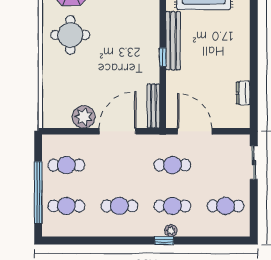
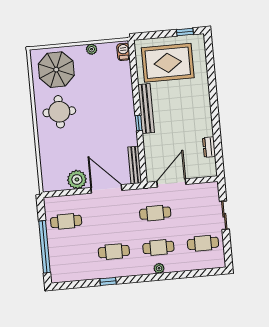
door: (118, 131) -> (106, 189), hinge flipped
door: (195, 131) -> (171, 183), hinge flipped
sliding door: (254, 163) -> (224, 215), moved
cafe table: (66, 206) -> (69, 256), removed
window: (164, 241) -> (108, 281), moved

